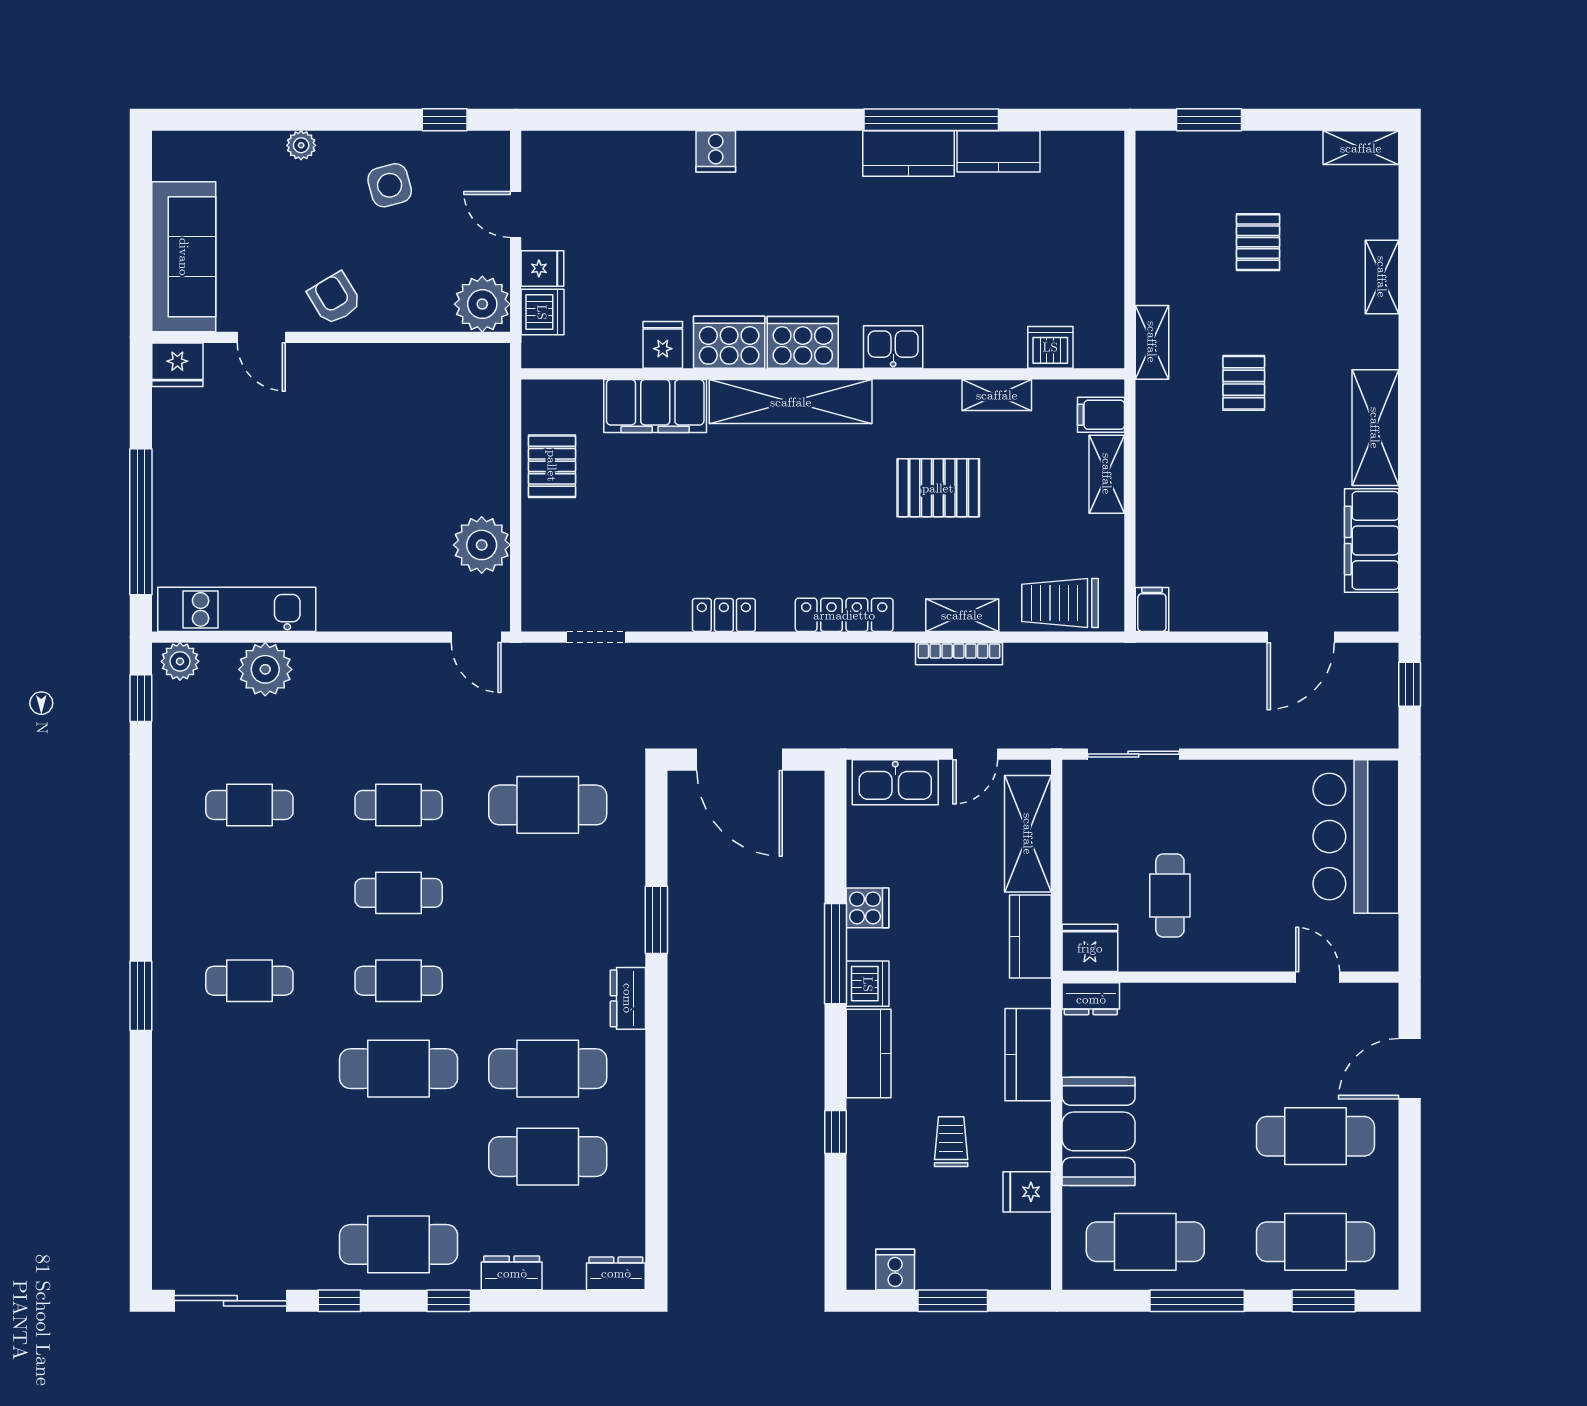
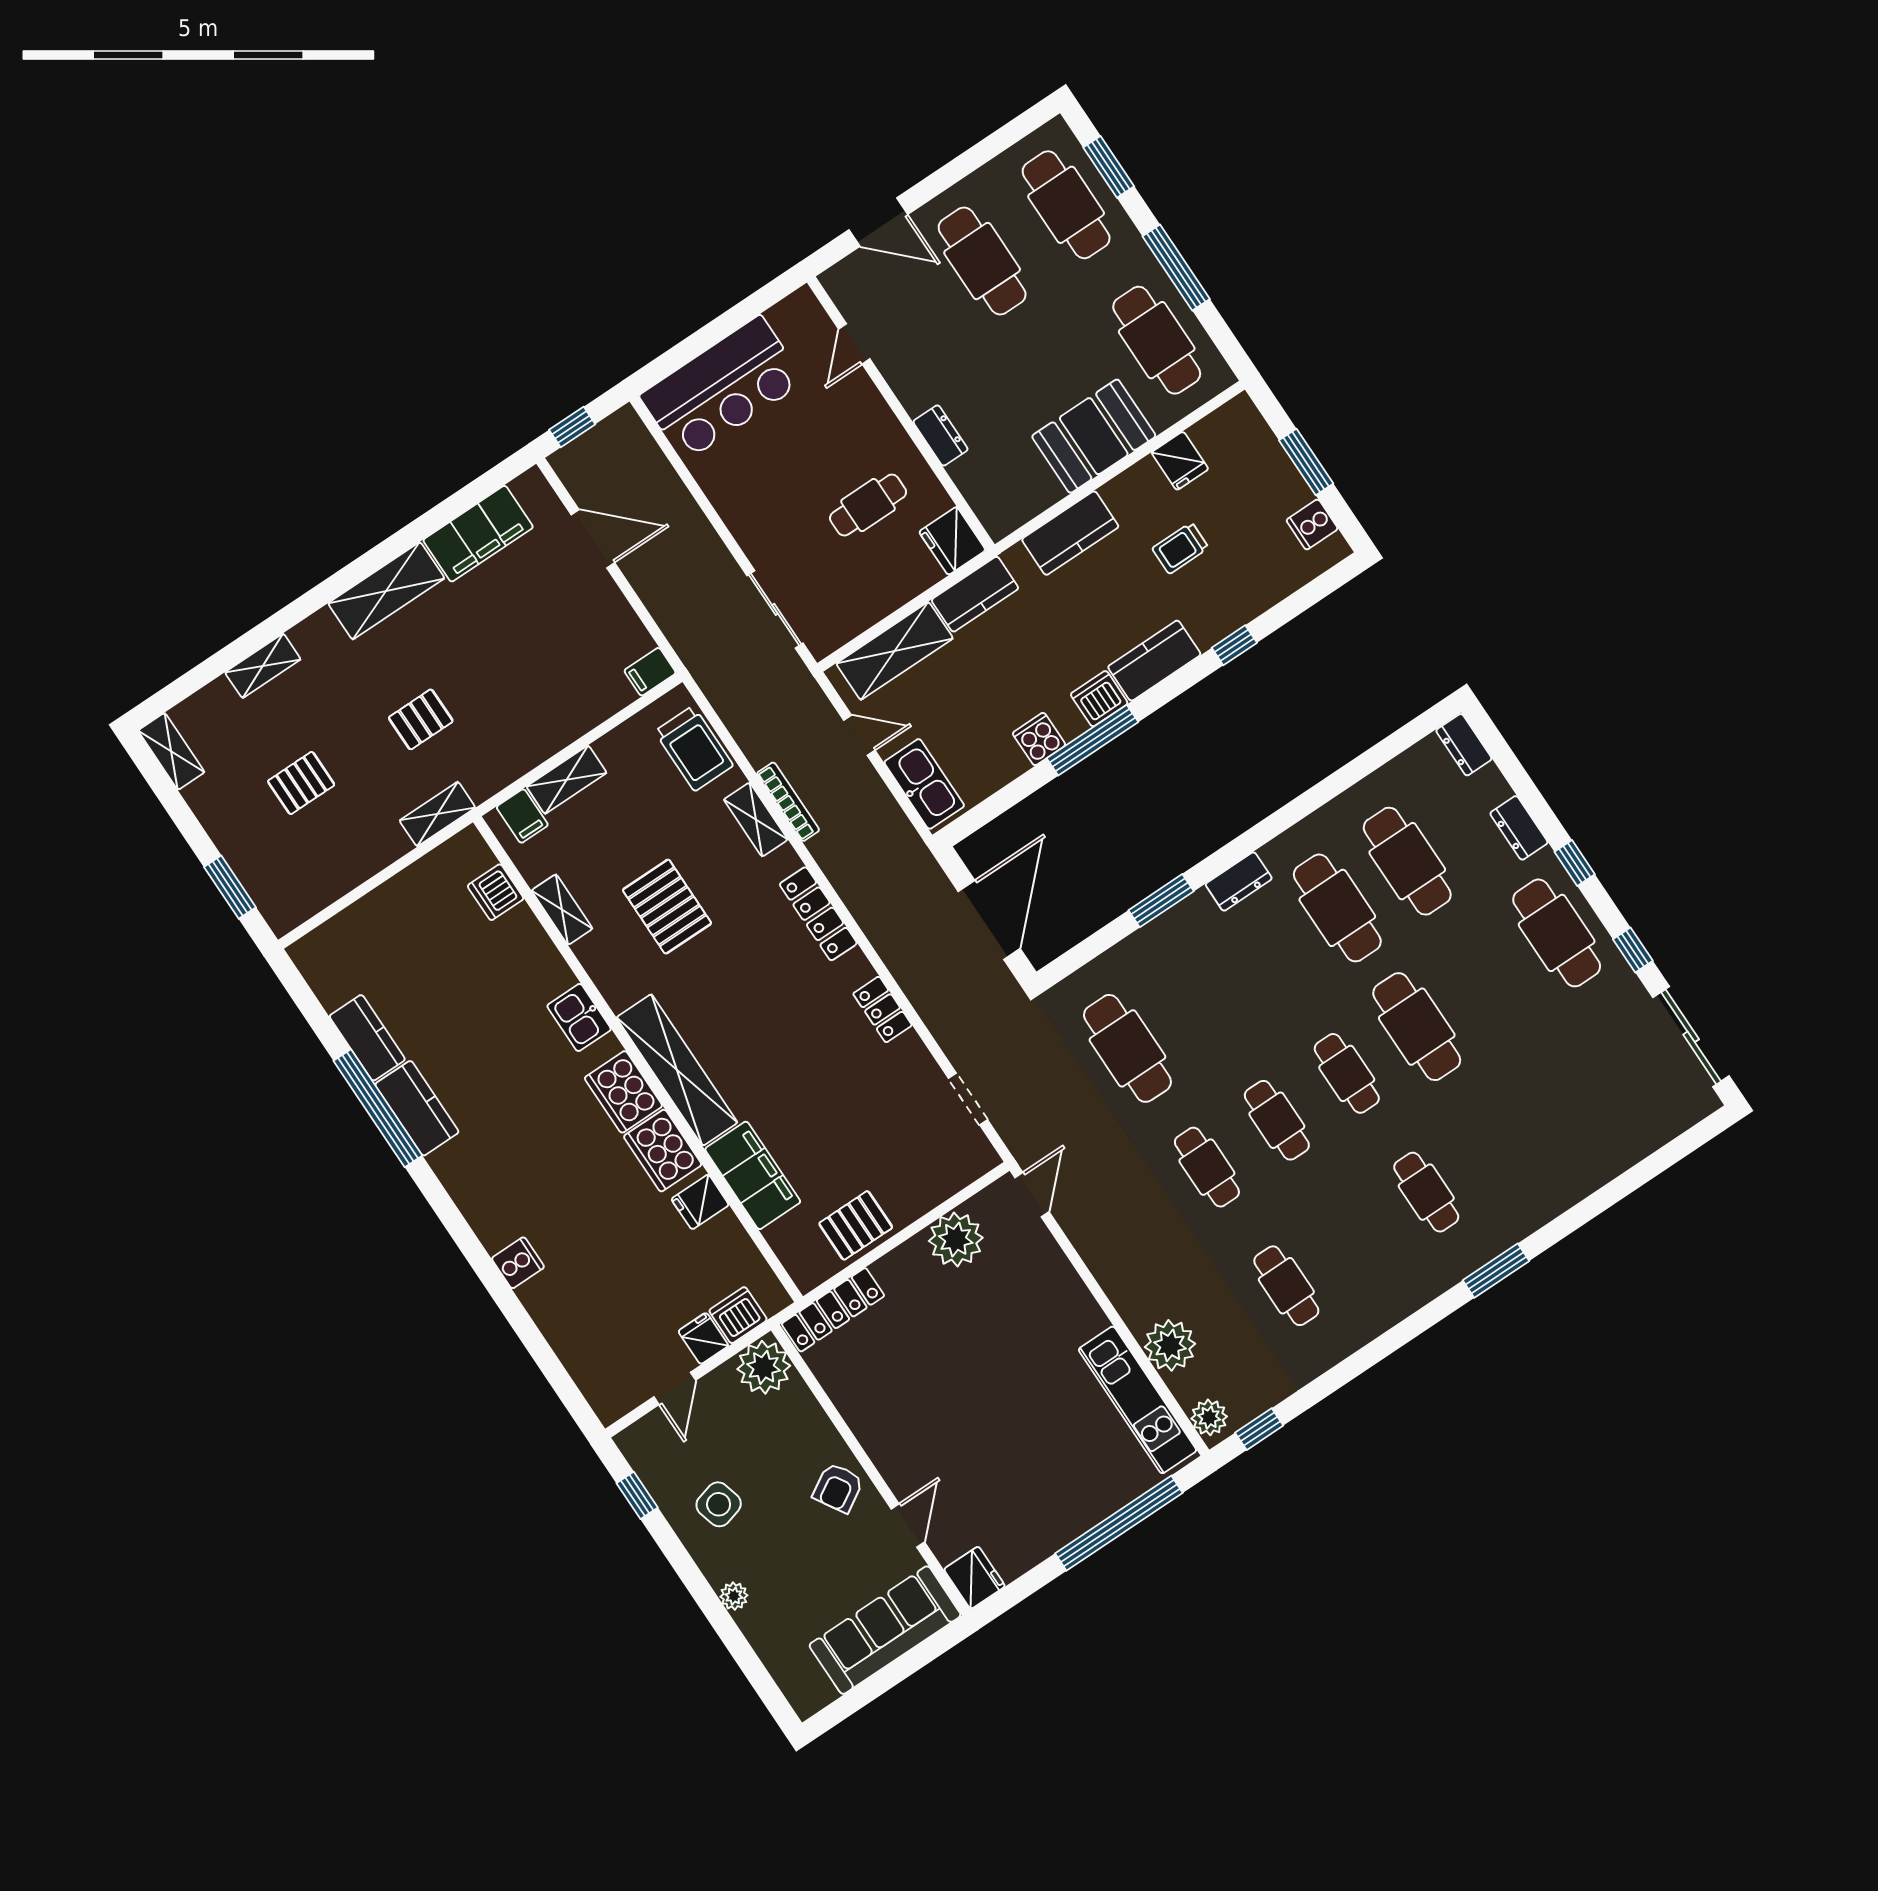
locker: (492, 398) -> (833, 1310), added
dresser: (1091, 999) -> (940, 436), moved

